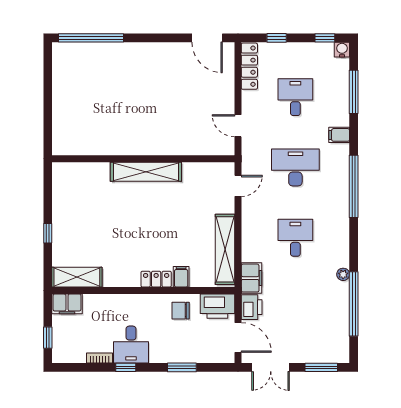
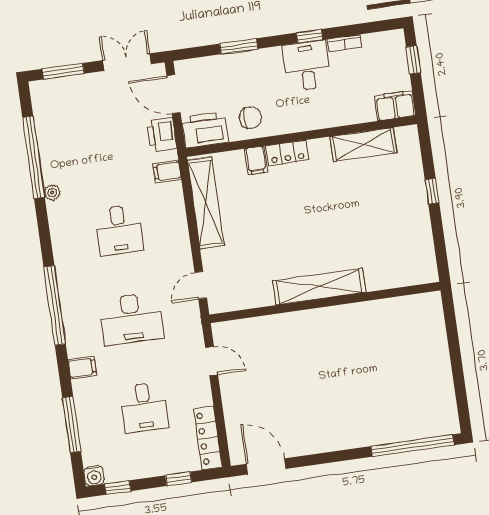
shelving: (77, 277) -> (363, 145), moved
filing cabinet: (252, 278) -> (167, 171), width x0.50

